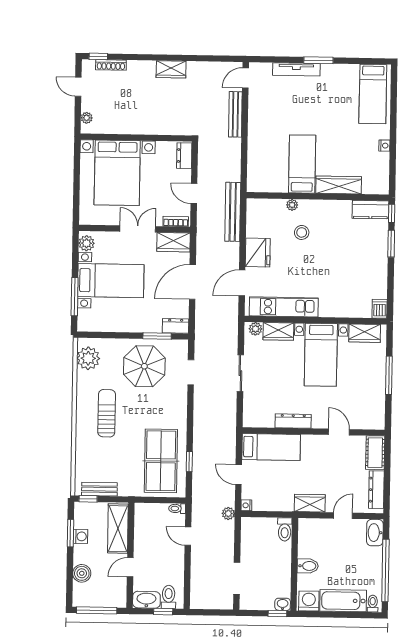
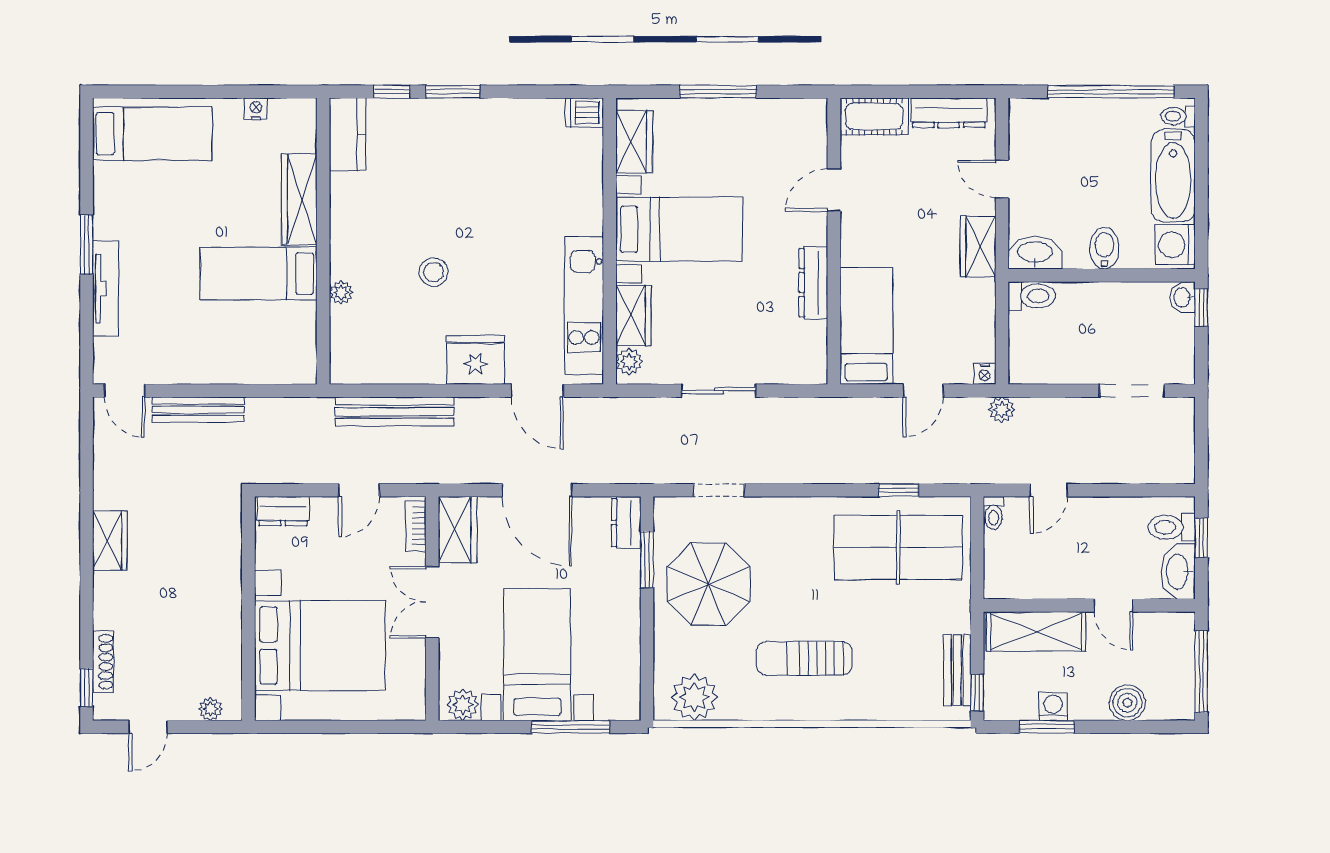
bed: (302, 164) -> (258, 274), moved
wardrobe: (339, 185) -> (299, 199), moved
wall: (318, 196) -> (323, 241), moved
plant: (292, 205) -> (341, 292), moved
kitchen counter: (371, 210) -> (348, 134), moved
washbasin: (375, 533) -> (1035, 253), moved, turned 180

